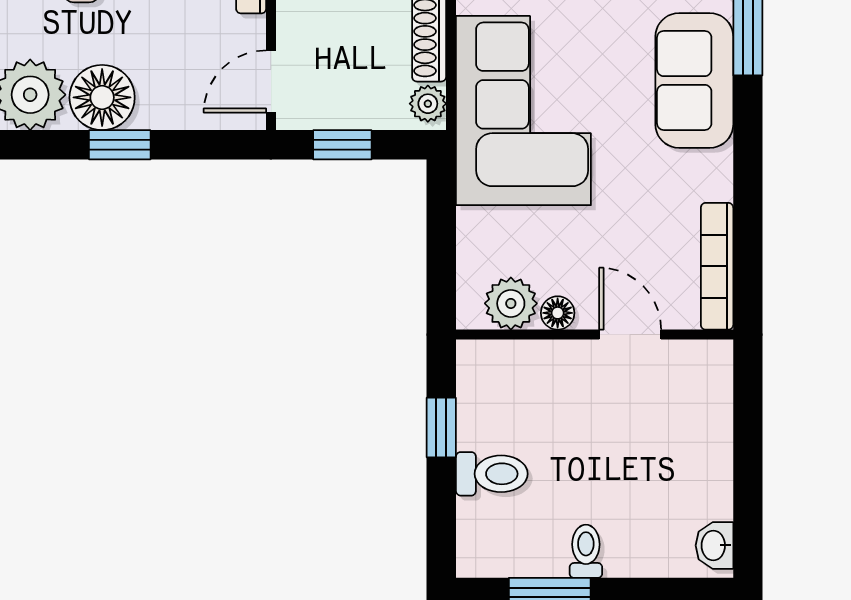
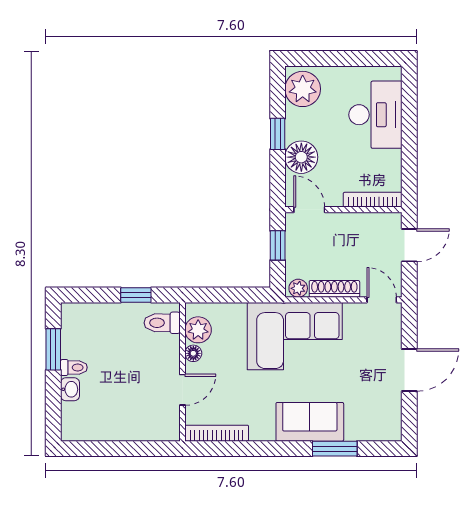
floor lamp: (102, 97) -> (301, 157), moved
toilet: (492, 474) -> (162, 323), moved, turned 90
washbasin: (714, 545) -> (70, 389), moved, turned 90

